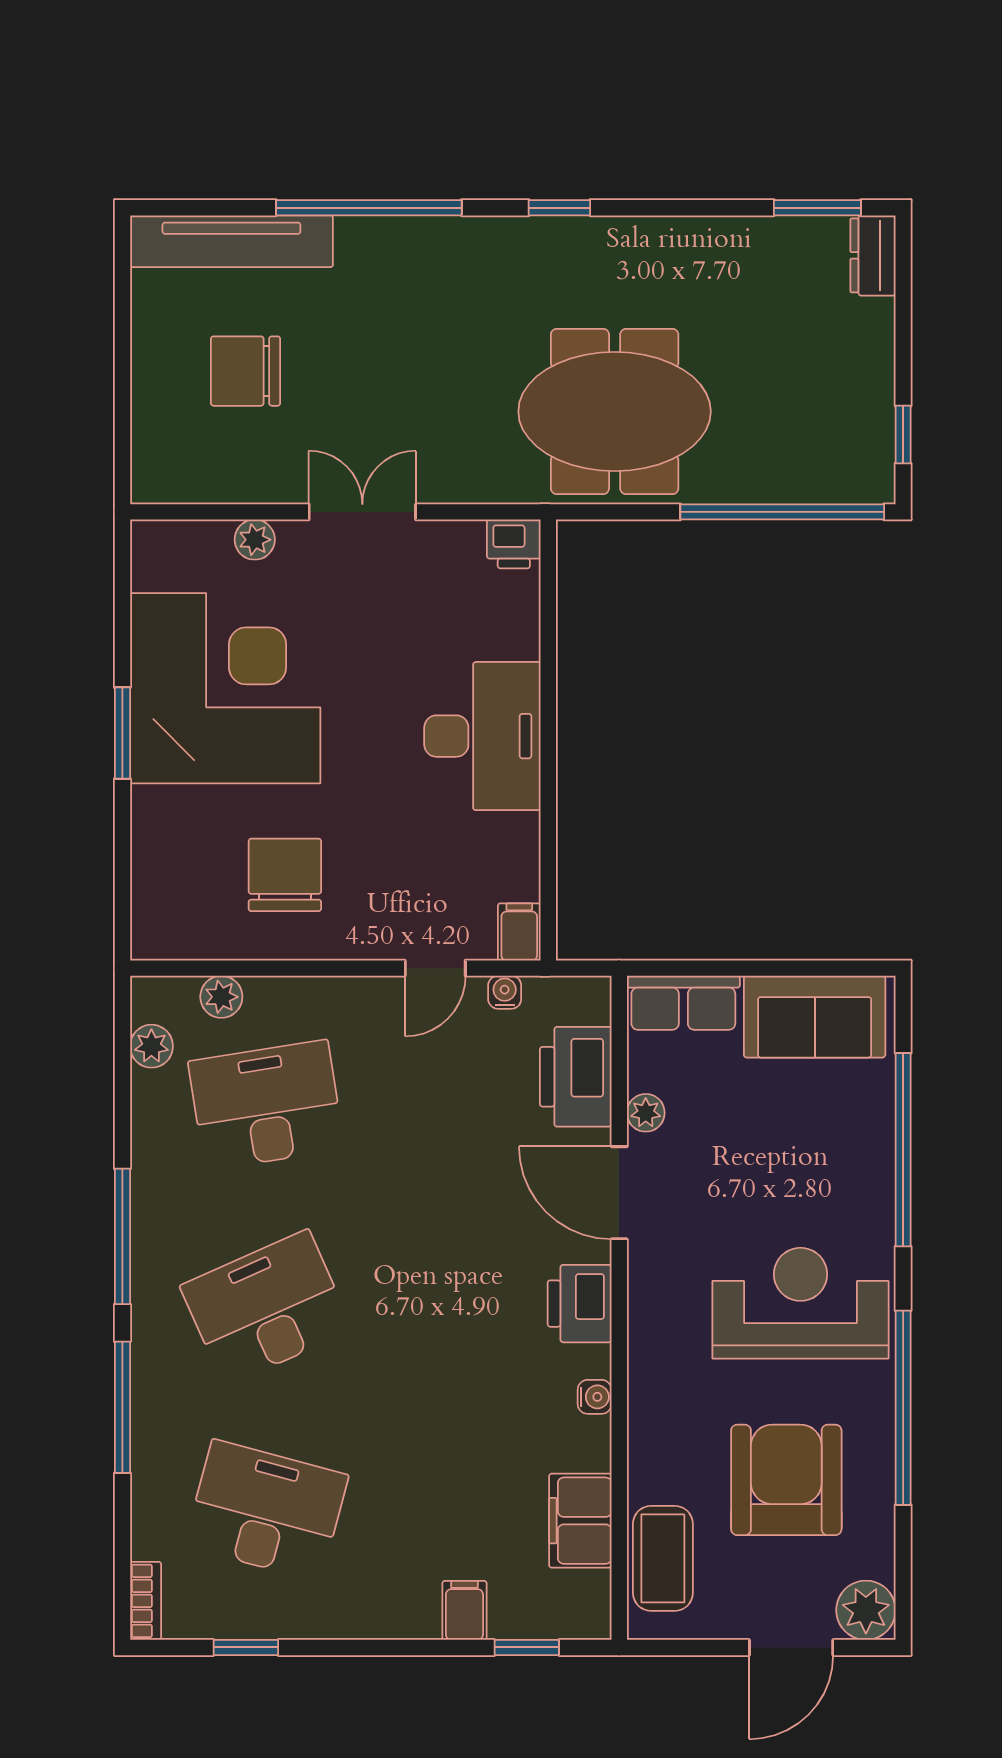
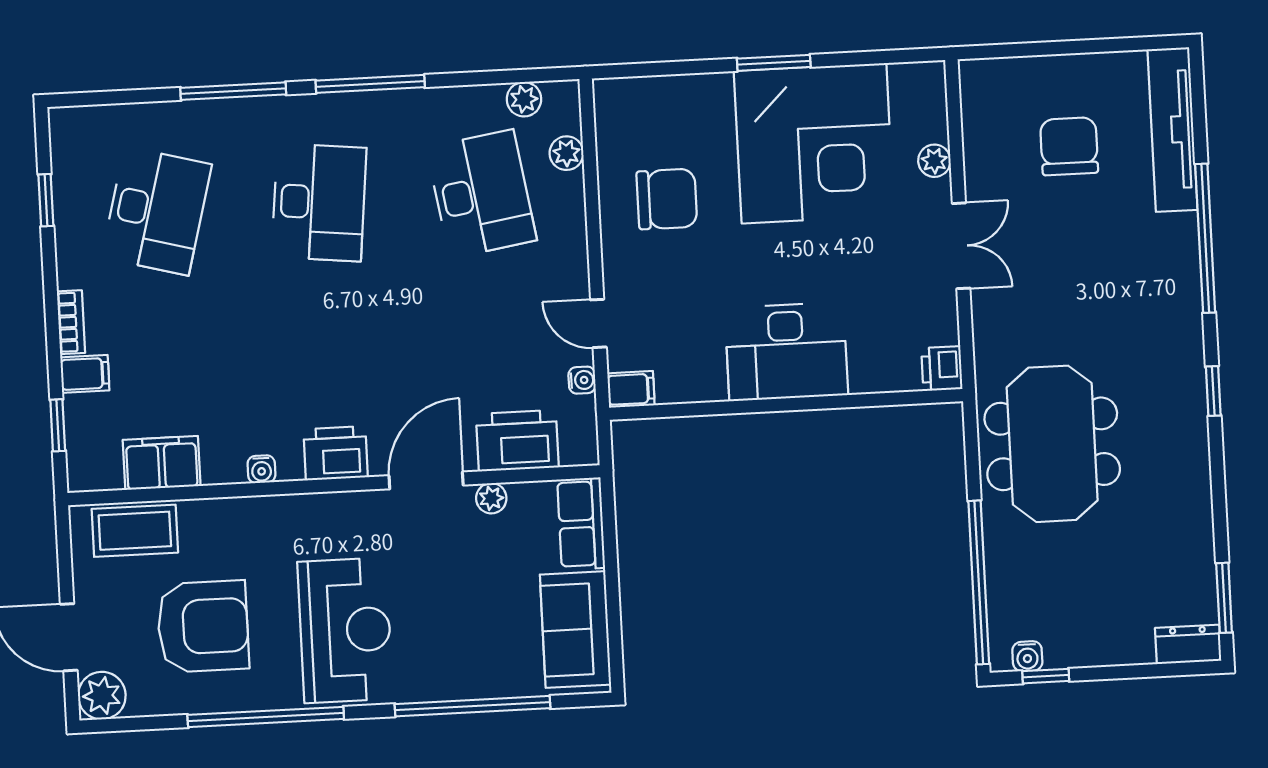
water cooler: (877, 456) -> (1027, 656), added
desk: (266, 1308) -> (319, 202), turned 30
bookcase: (146, 1601) -> (71, 322), moved, turned -90

